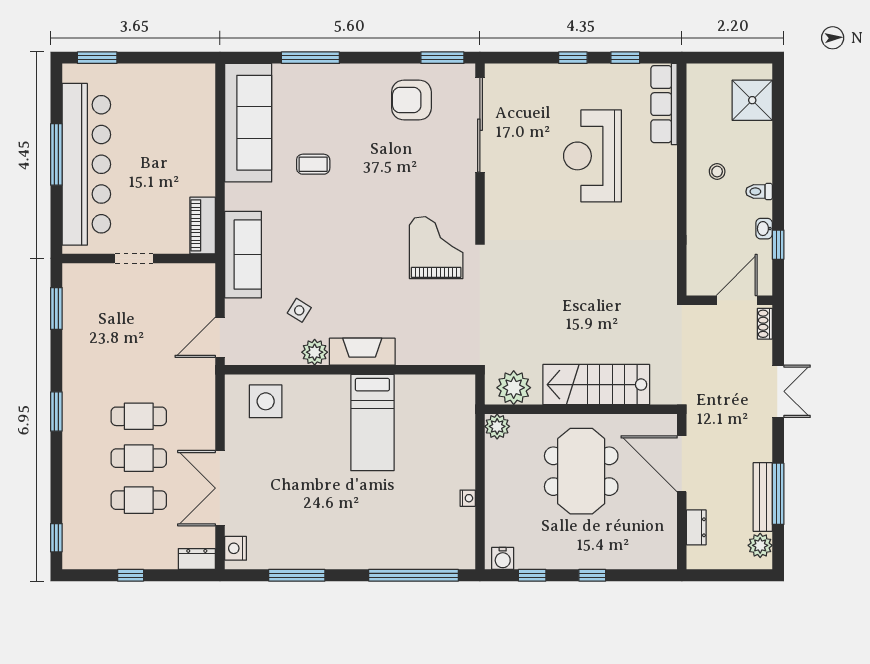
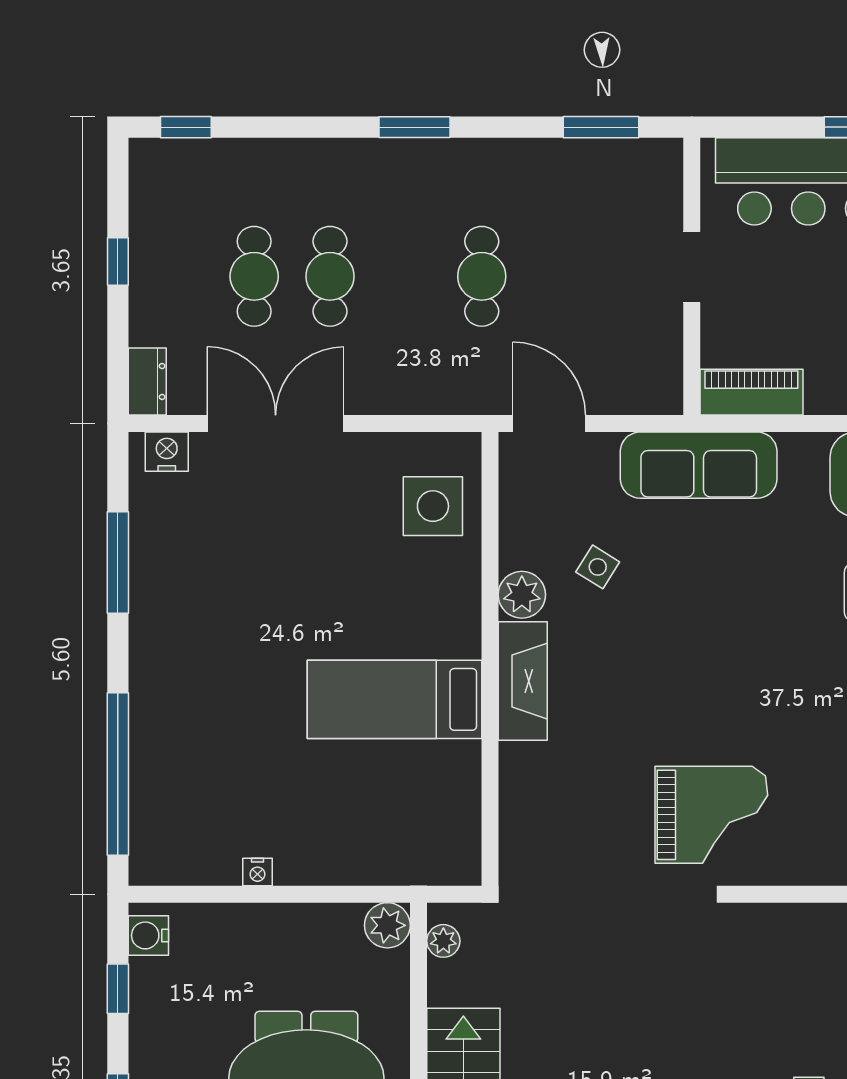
plant: (514, 388) -> (443, 941), width x0.53, depth x0.53
cafe table: (139, 416) -> (482, 276), moved

